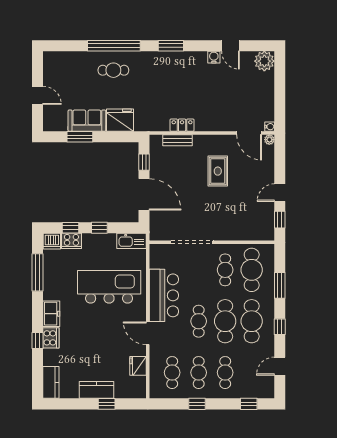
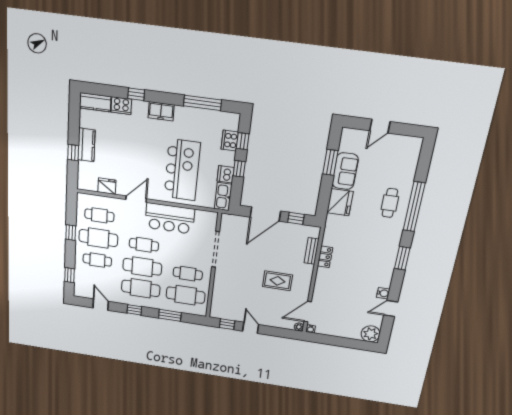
dishwasher: (52, 241) -> (225, 174), moved
cooker: (51, 338) -> (121, 106), moved
cafe table: (199, 373) -> (98, 238), width x1.37, depth x1.35

